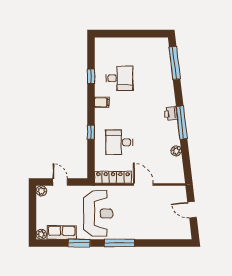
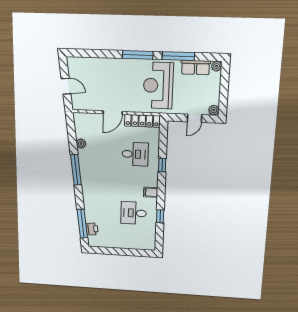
printer: (171, 113) -> (92, 229), moved
door: (60, 182) -> (194, 118), hinge flipped
door: (143, 185) -> (113, 113), hinge flipped
window: (79, 243) -> (178, 56), width x1.44

